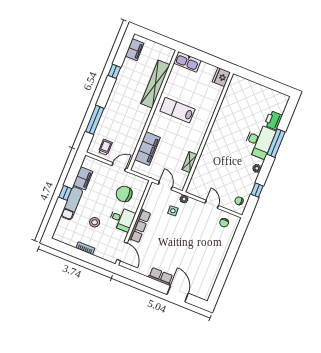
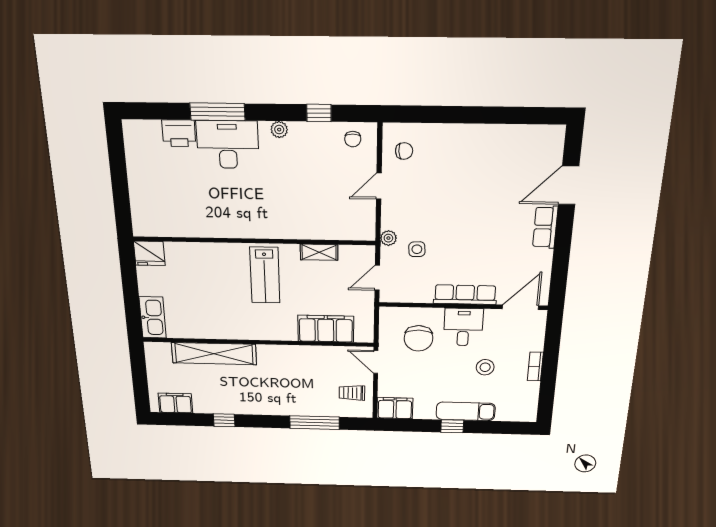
lab bench: (177, 110) -> (265, 275), moved
filing cabinet: (83, 178) -> (395, 408), moved

